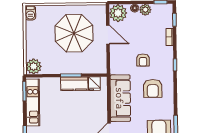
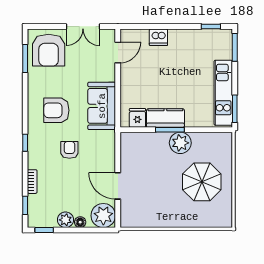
barbecue: (30, 13) -> (225, 218), removed
parasol: (74, 33) -> (202, 182), moved, width x0.73, depth x0.73
plant: (34, 66) -> (180, 143), moved
armchair: (153, 88) -> (56, 110), turned -90
sofa: (120, 98) -> (102, 106), width x0.73

